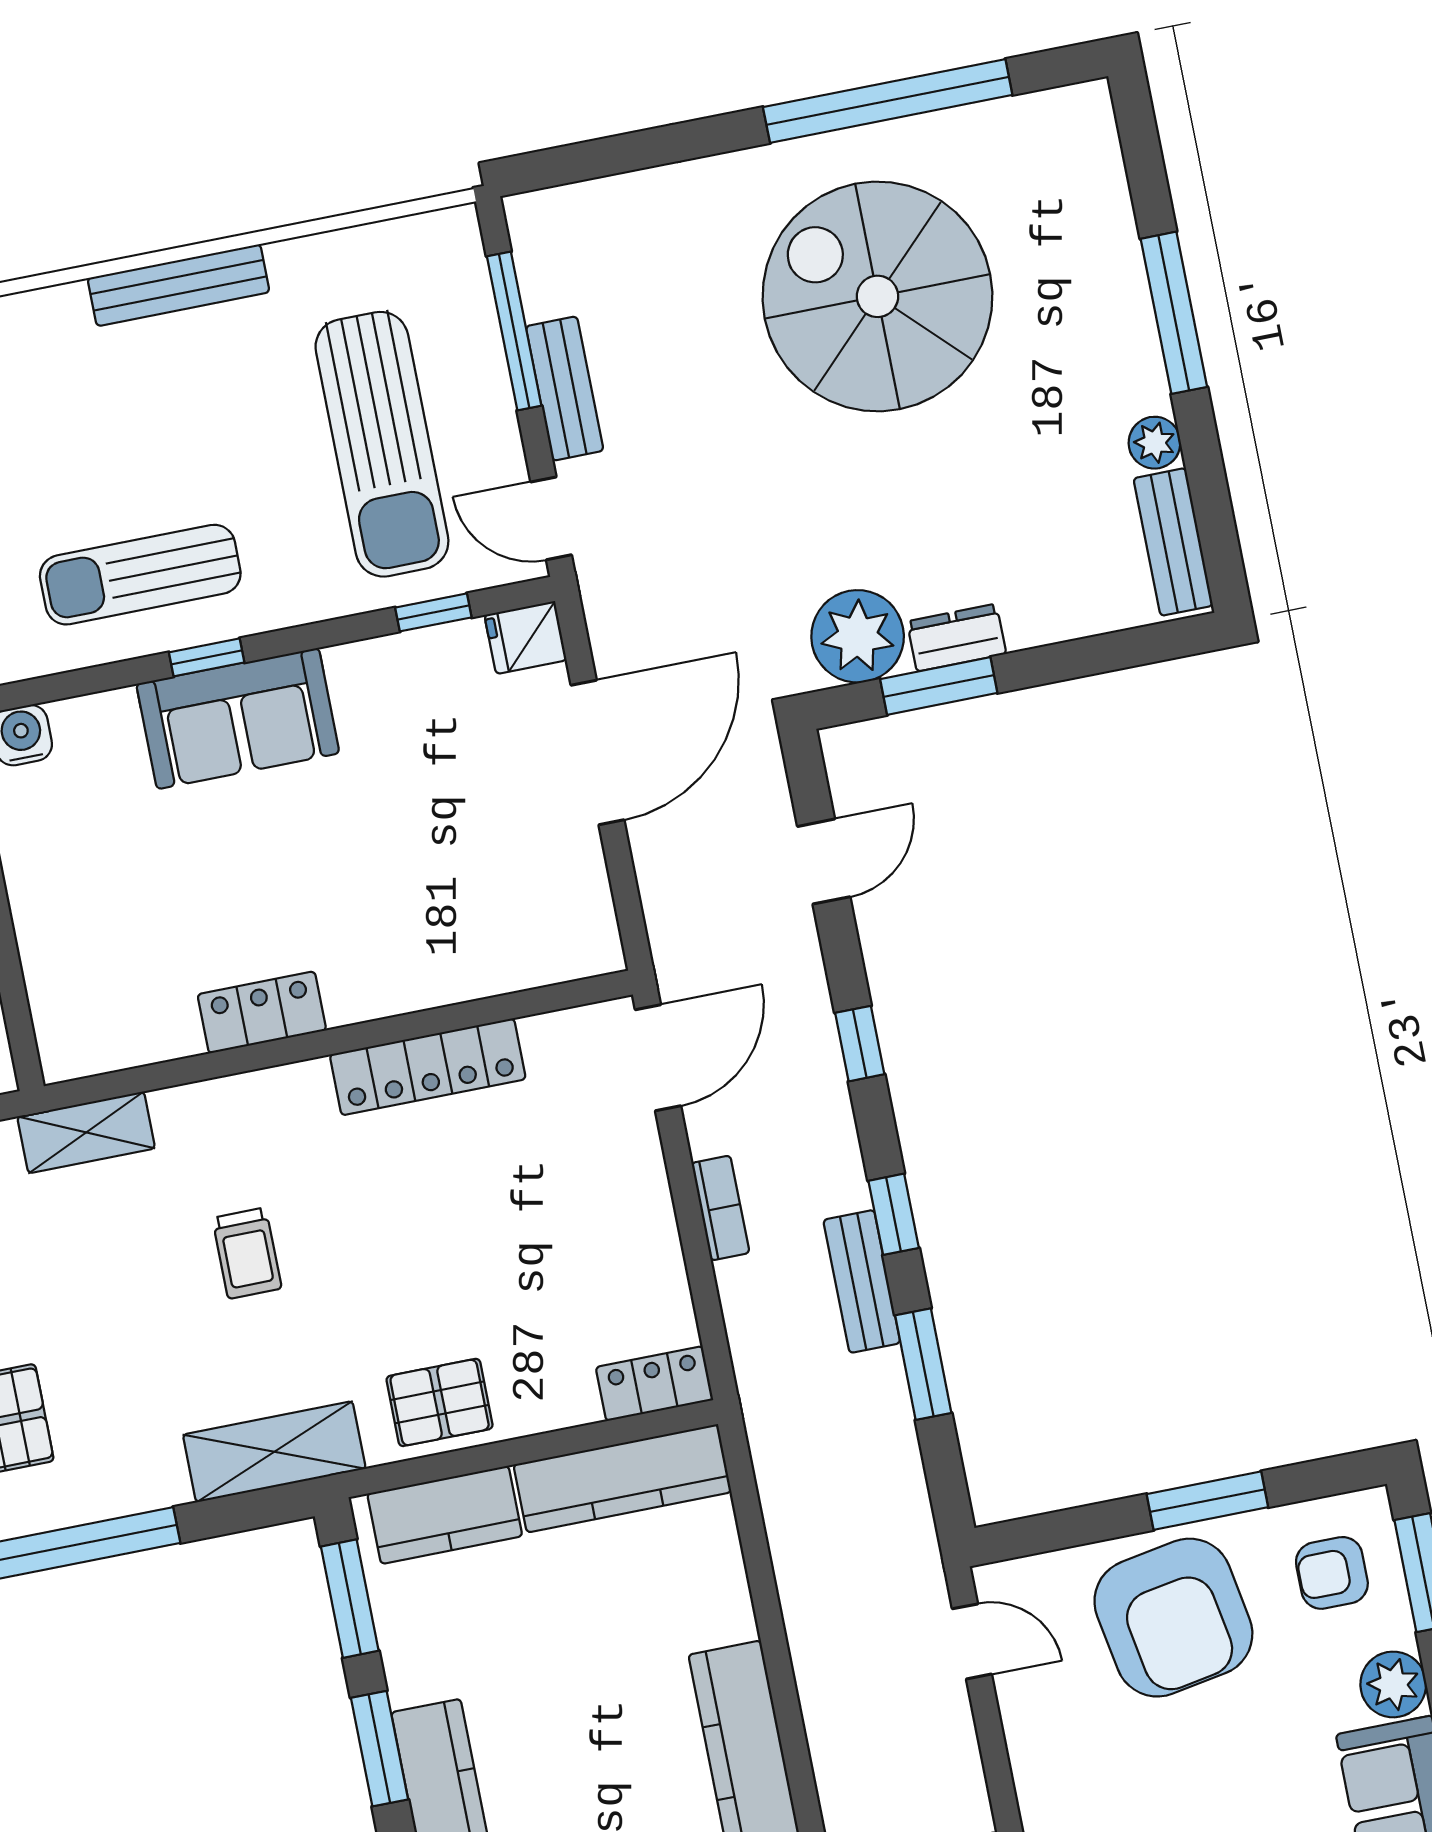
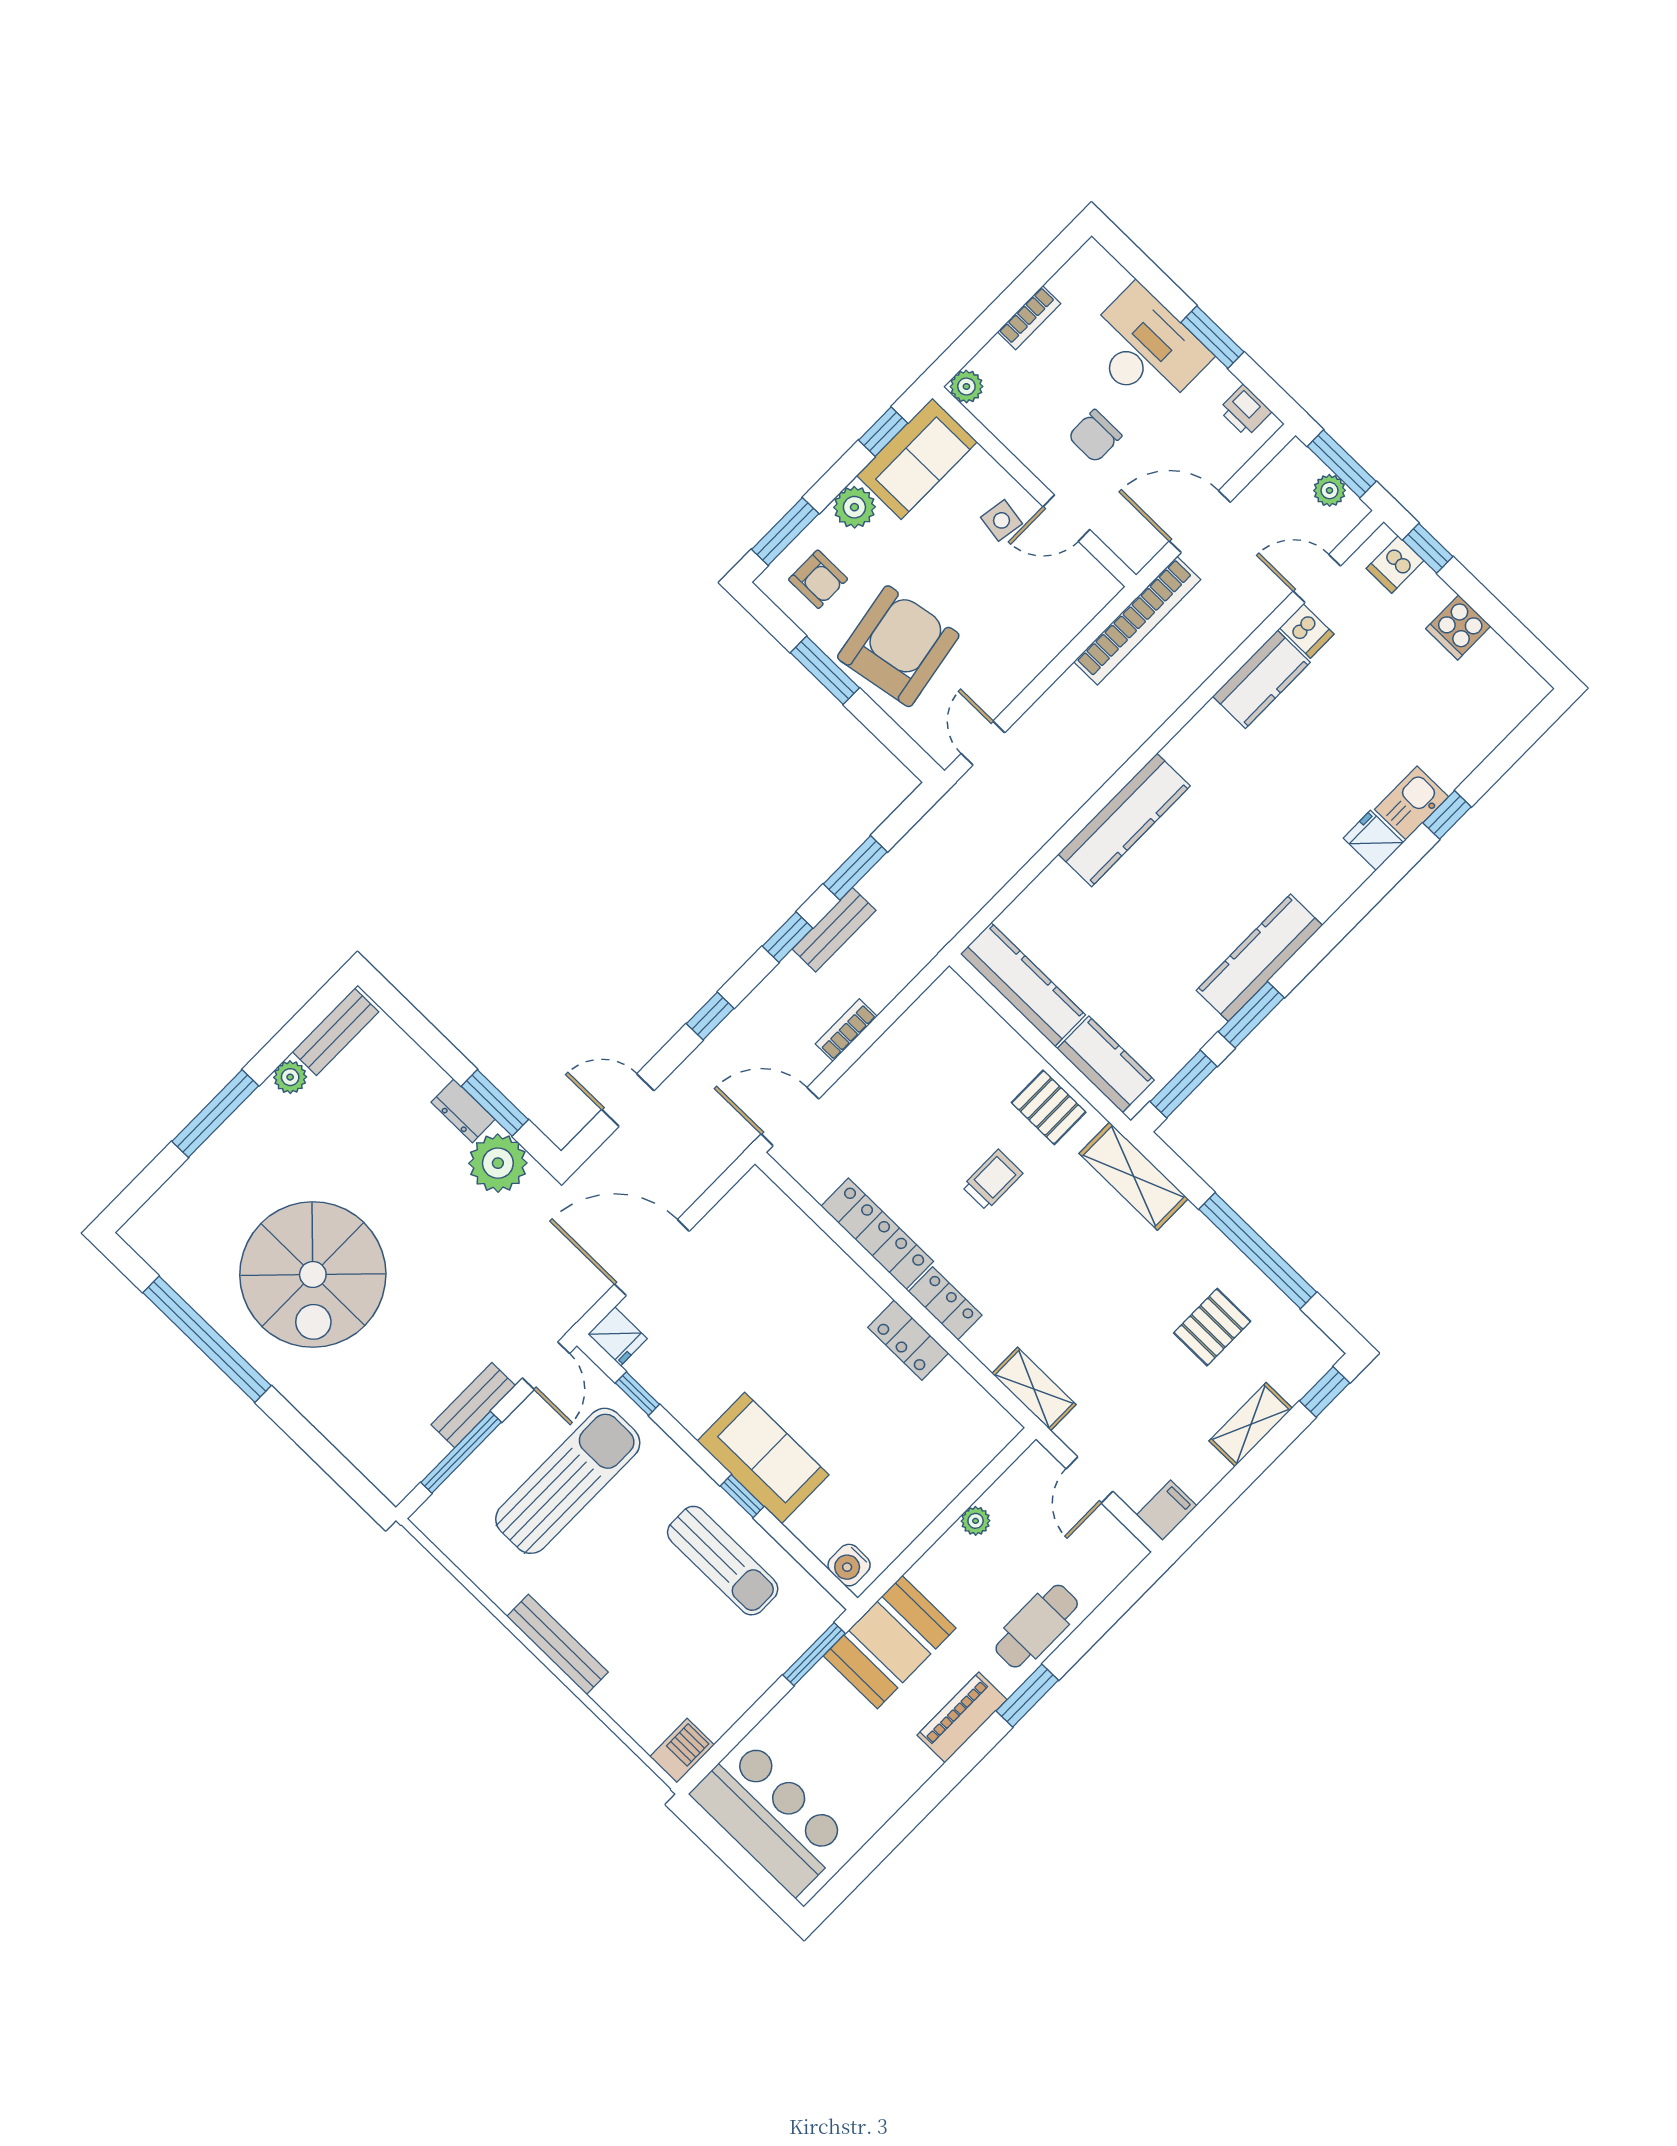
trolley: (247, 1253) -> (992, 1180), moved
locker: (654, 1384) -> (945, 1303), moved, turned 180

